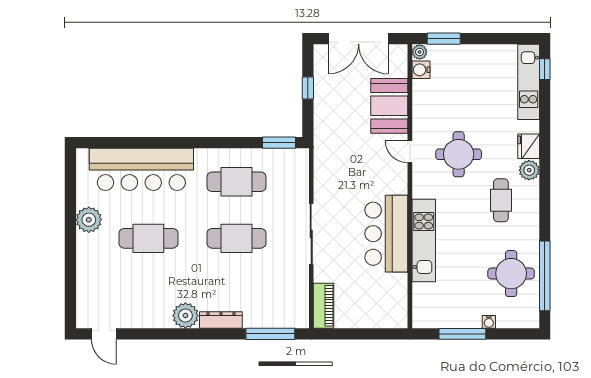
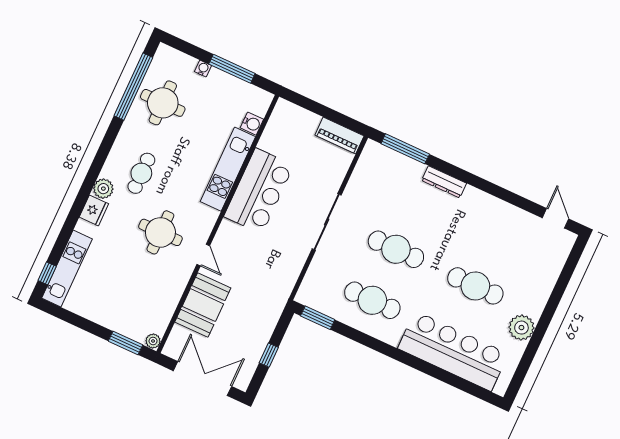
water cooler: (421, 70) -> (252, 124), moved
piano: (324, 306) -> (339, 136), moved, turned -90
plant: (185, 316) -> (474, 201), removed

